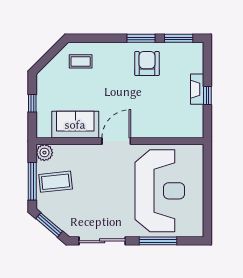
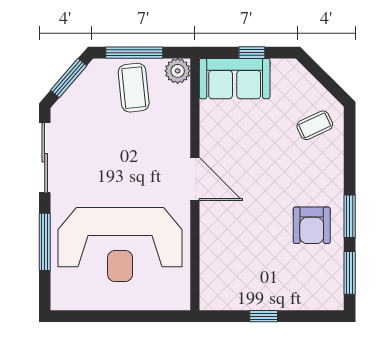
coffee table: (81, 61) -> (315, 125), turned 65
armchair: (147, 64) -> (312, 225), turned 90
fireplace: (197, 89) -> (273, 301), removed
sofa: (75, 125) -> (235, 79), moved, turned 90

